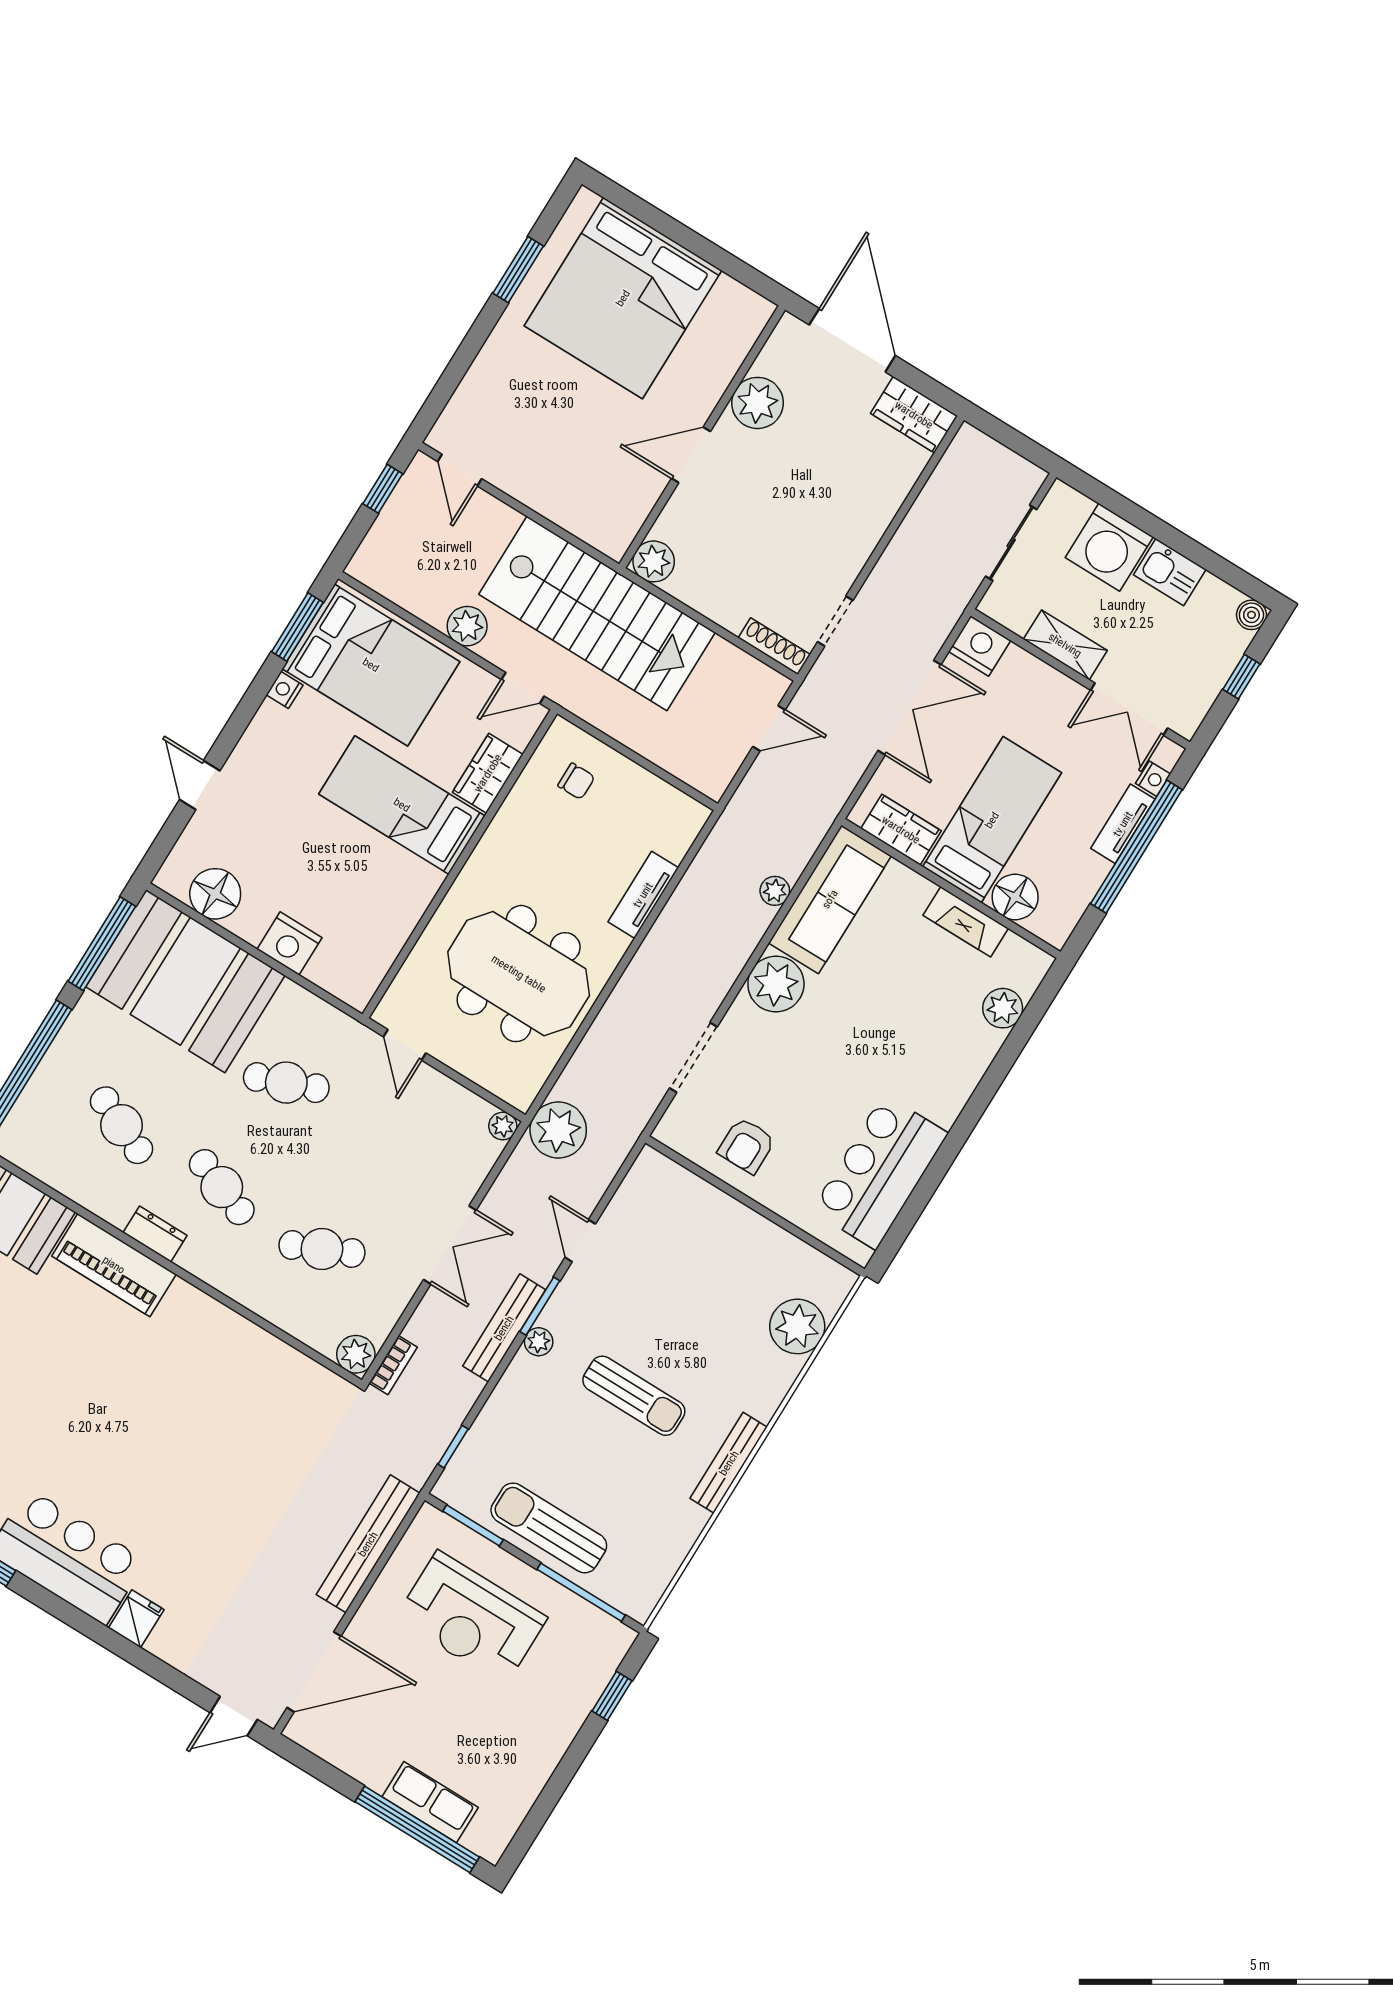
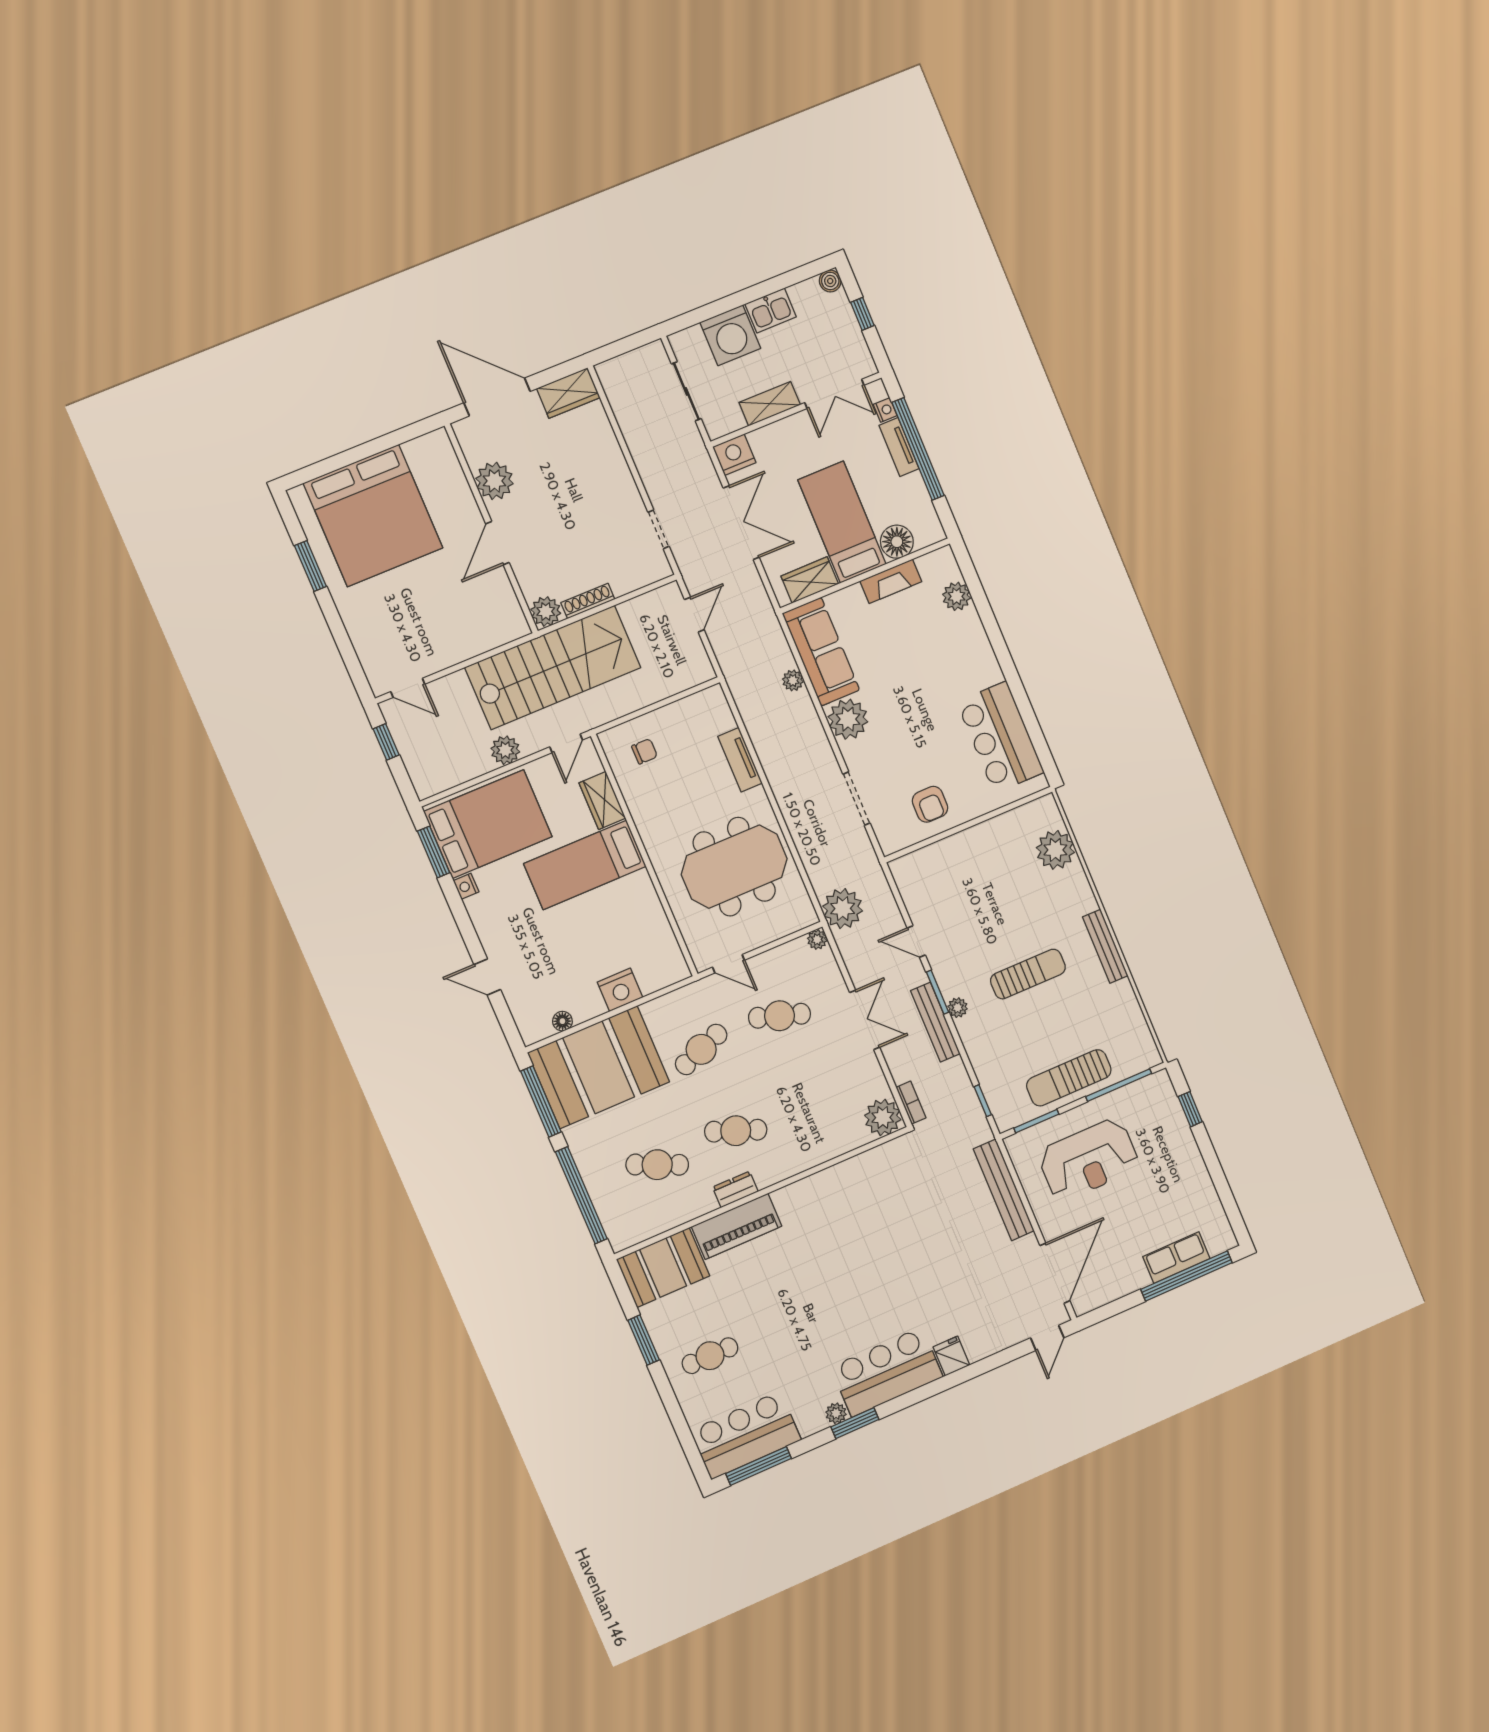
shoe rack: (774, 646) -> (588, 601), moved
floor lamp: (215, 894) -> (562, 1021), width x0.53, depth x0.53
cafe table: (322, 1249) -> (780, 1016), moved, turned 42
plant: (356, 1354) -> (883, 1117), width x1.36, depth x1.36

